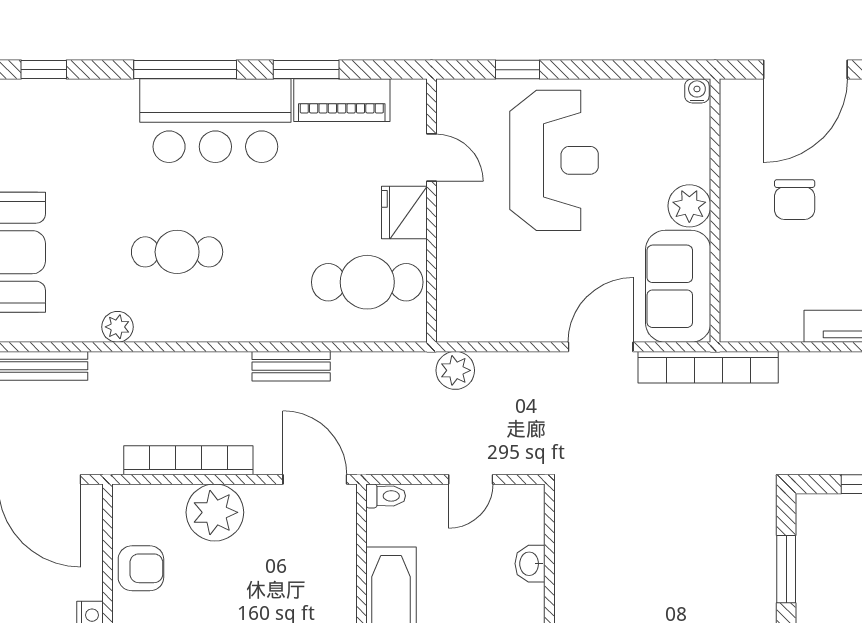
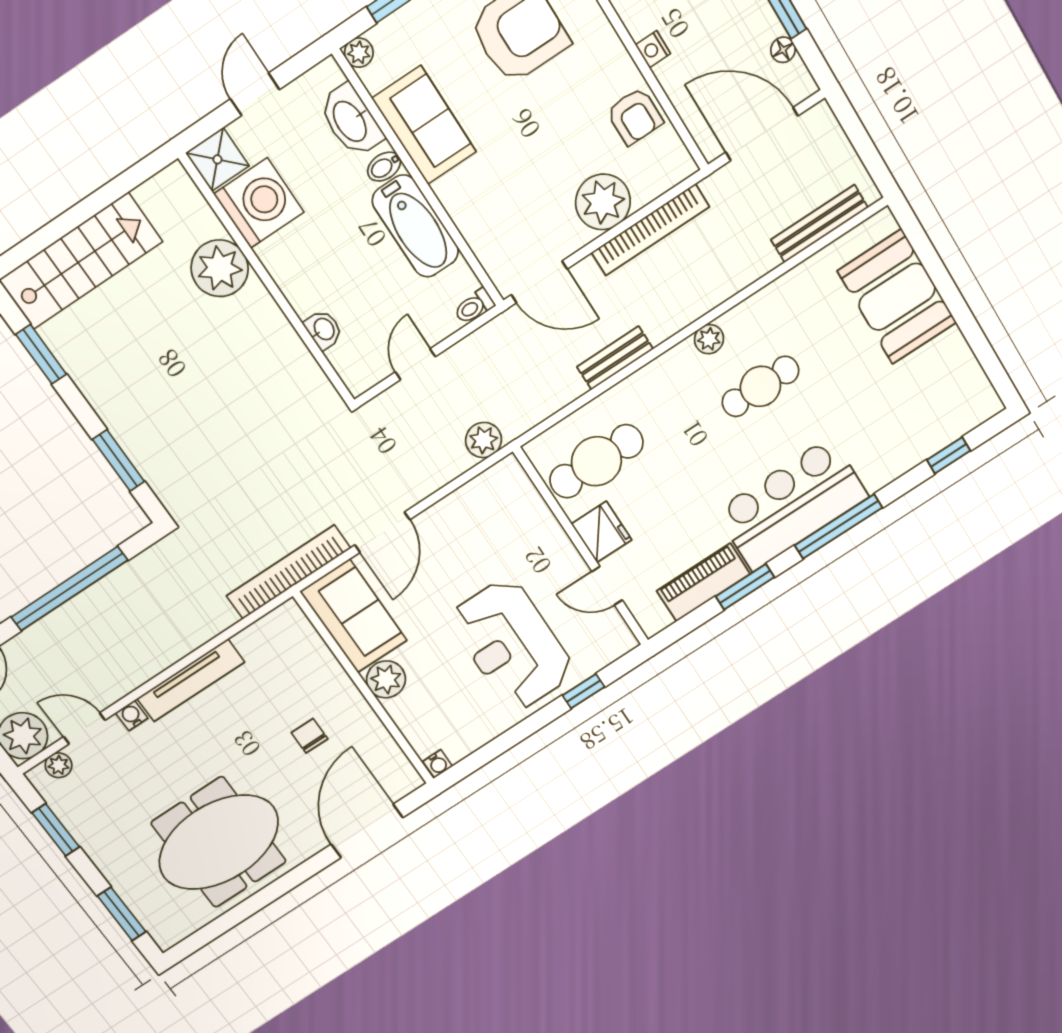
chair: (795, 200) -> (310, 736), width x0.73, depth x0.73
plant: (117, 327) -> (709, 339), moved
armchair: (141, 568) -> (635, 116), turned -90

